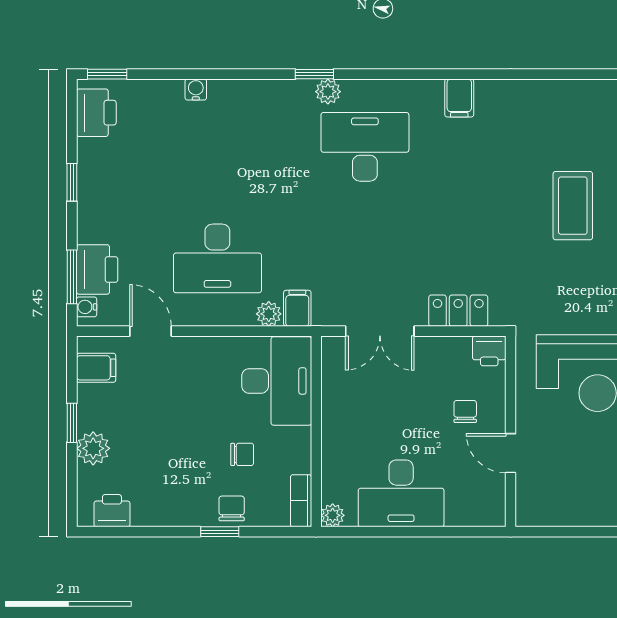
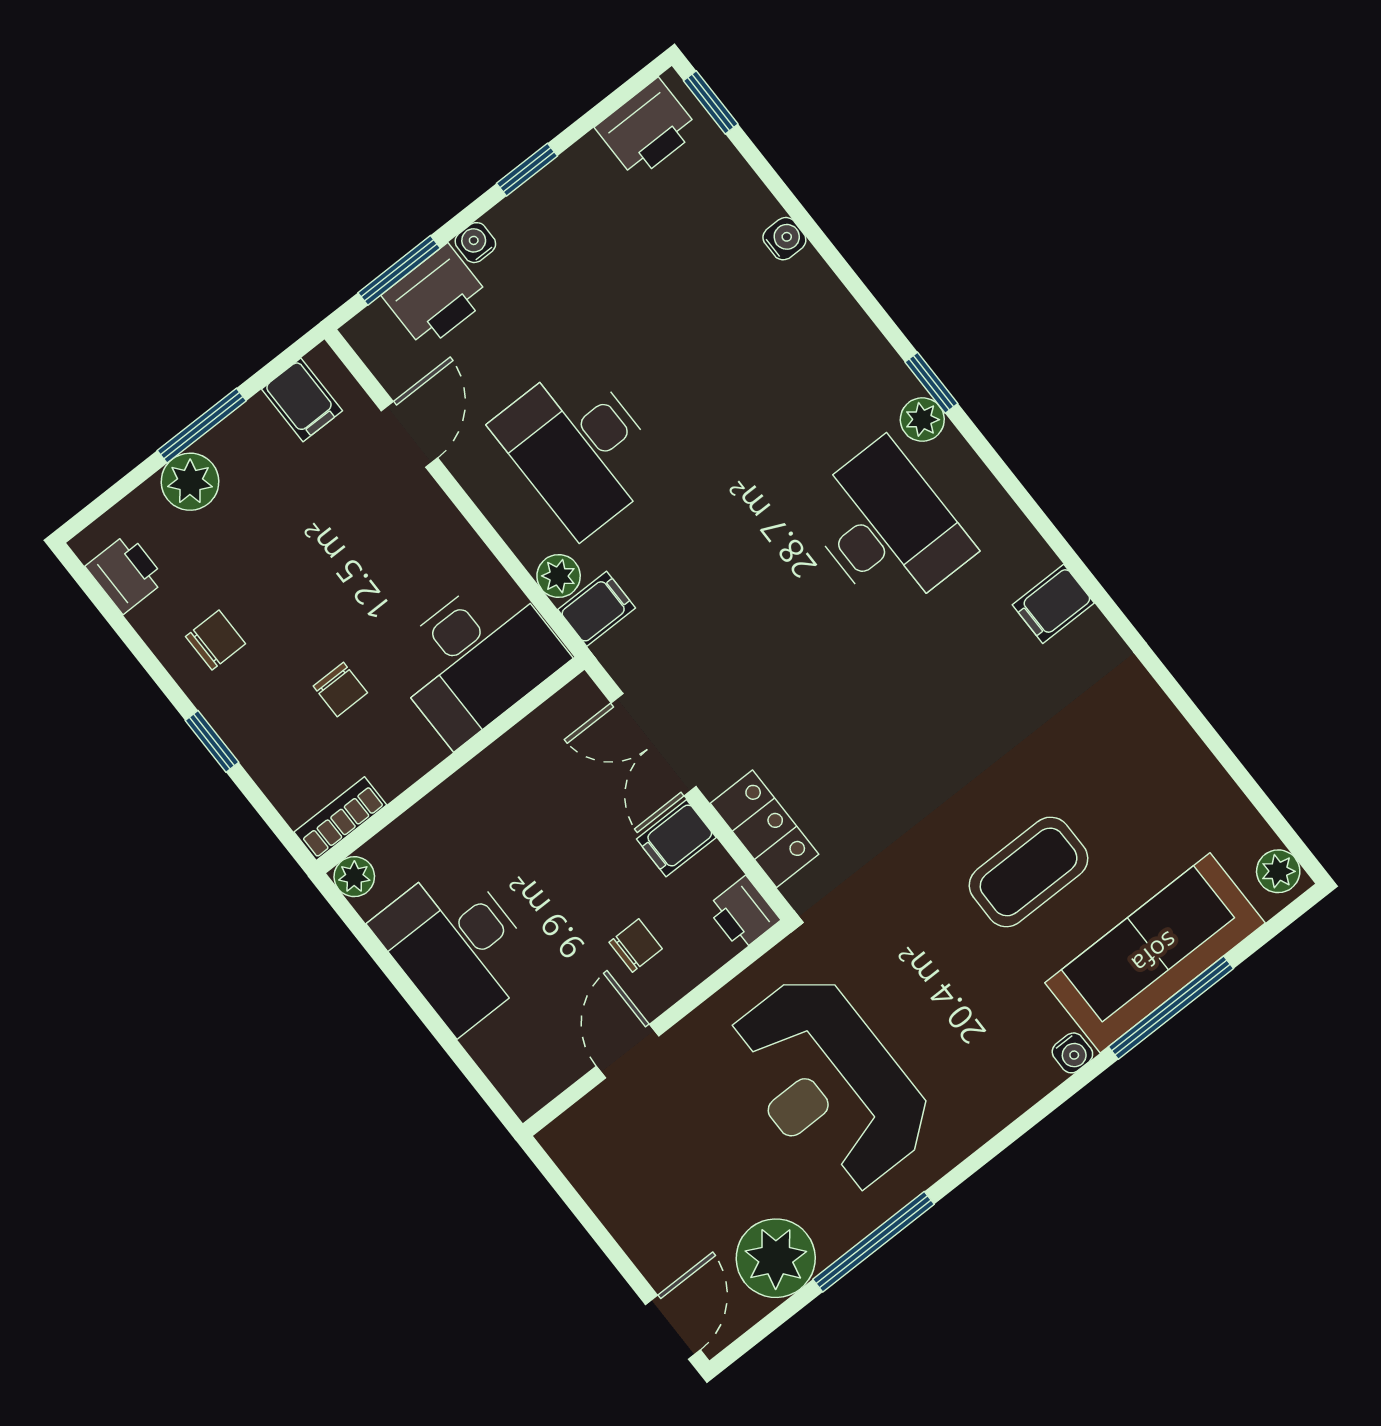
water cooler: (87, 307) -> (475, 243), moved
filing cabinet: (431, 354) -> (676, 838), added
window: (72, 423) -> (202, 426), width x1.50
chair: (232, 508) -> (216, 640), moved

